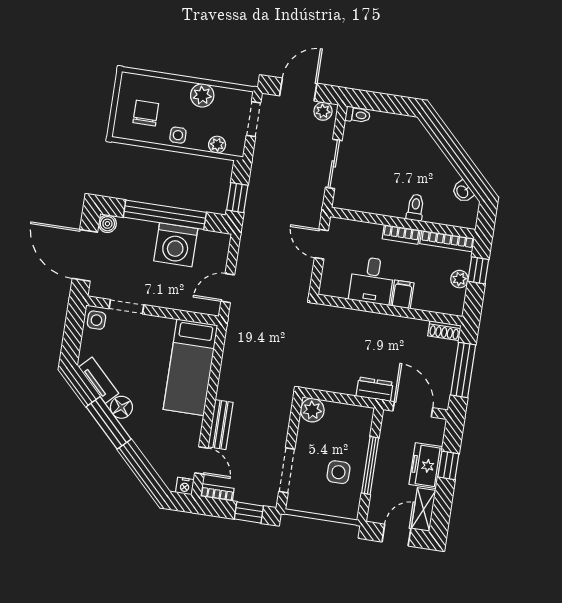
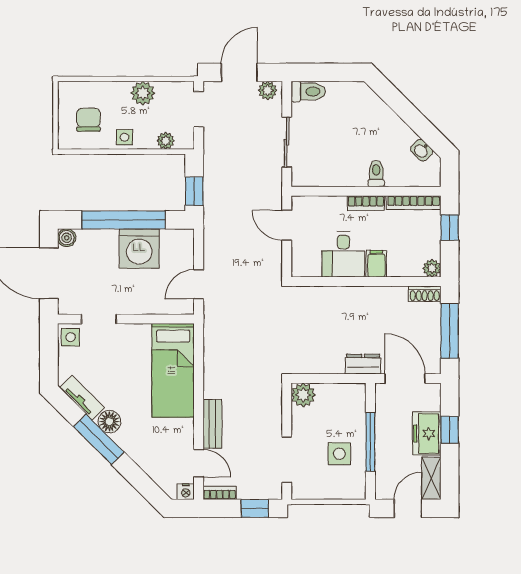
toilet: (358, 115) -> (308, 92), width x1.37, depth x1.39
plant: (459, 279) -> (432, 268), moved

